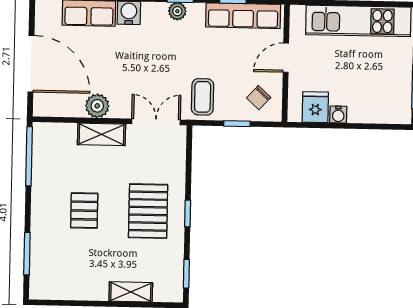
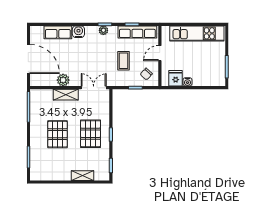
coffee table: (203, 97) -> (123, 61), moved
pallet: (84, 211) -> (58, 134), width x1.50, depth x1.42

